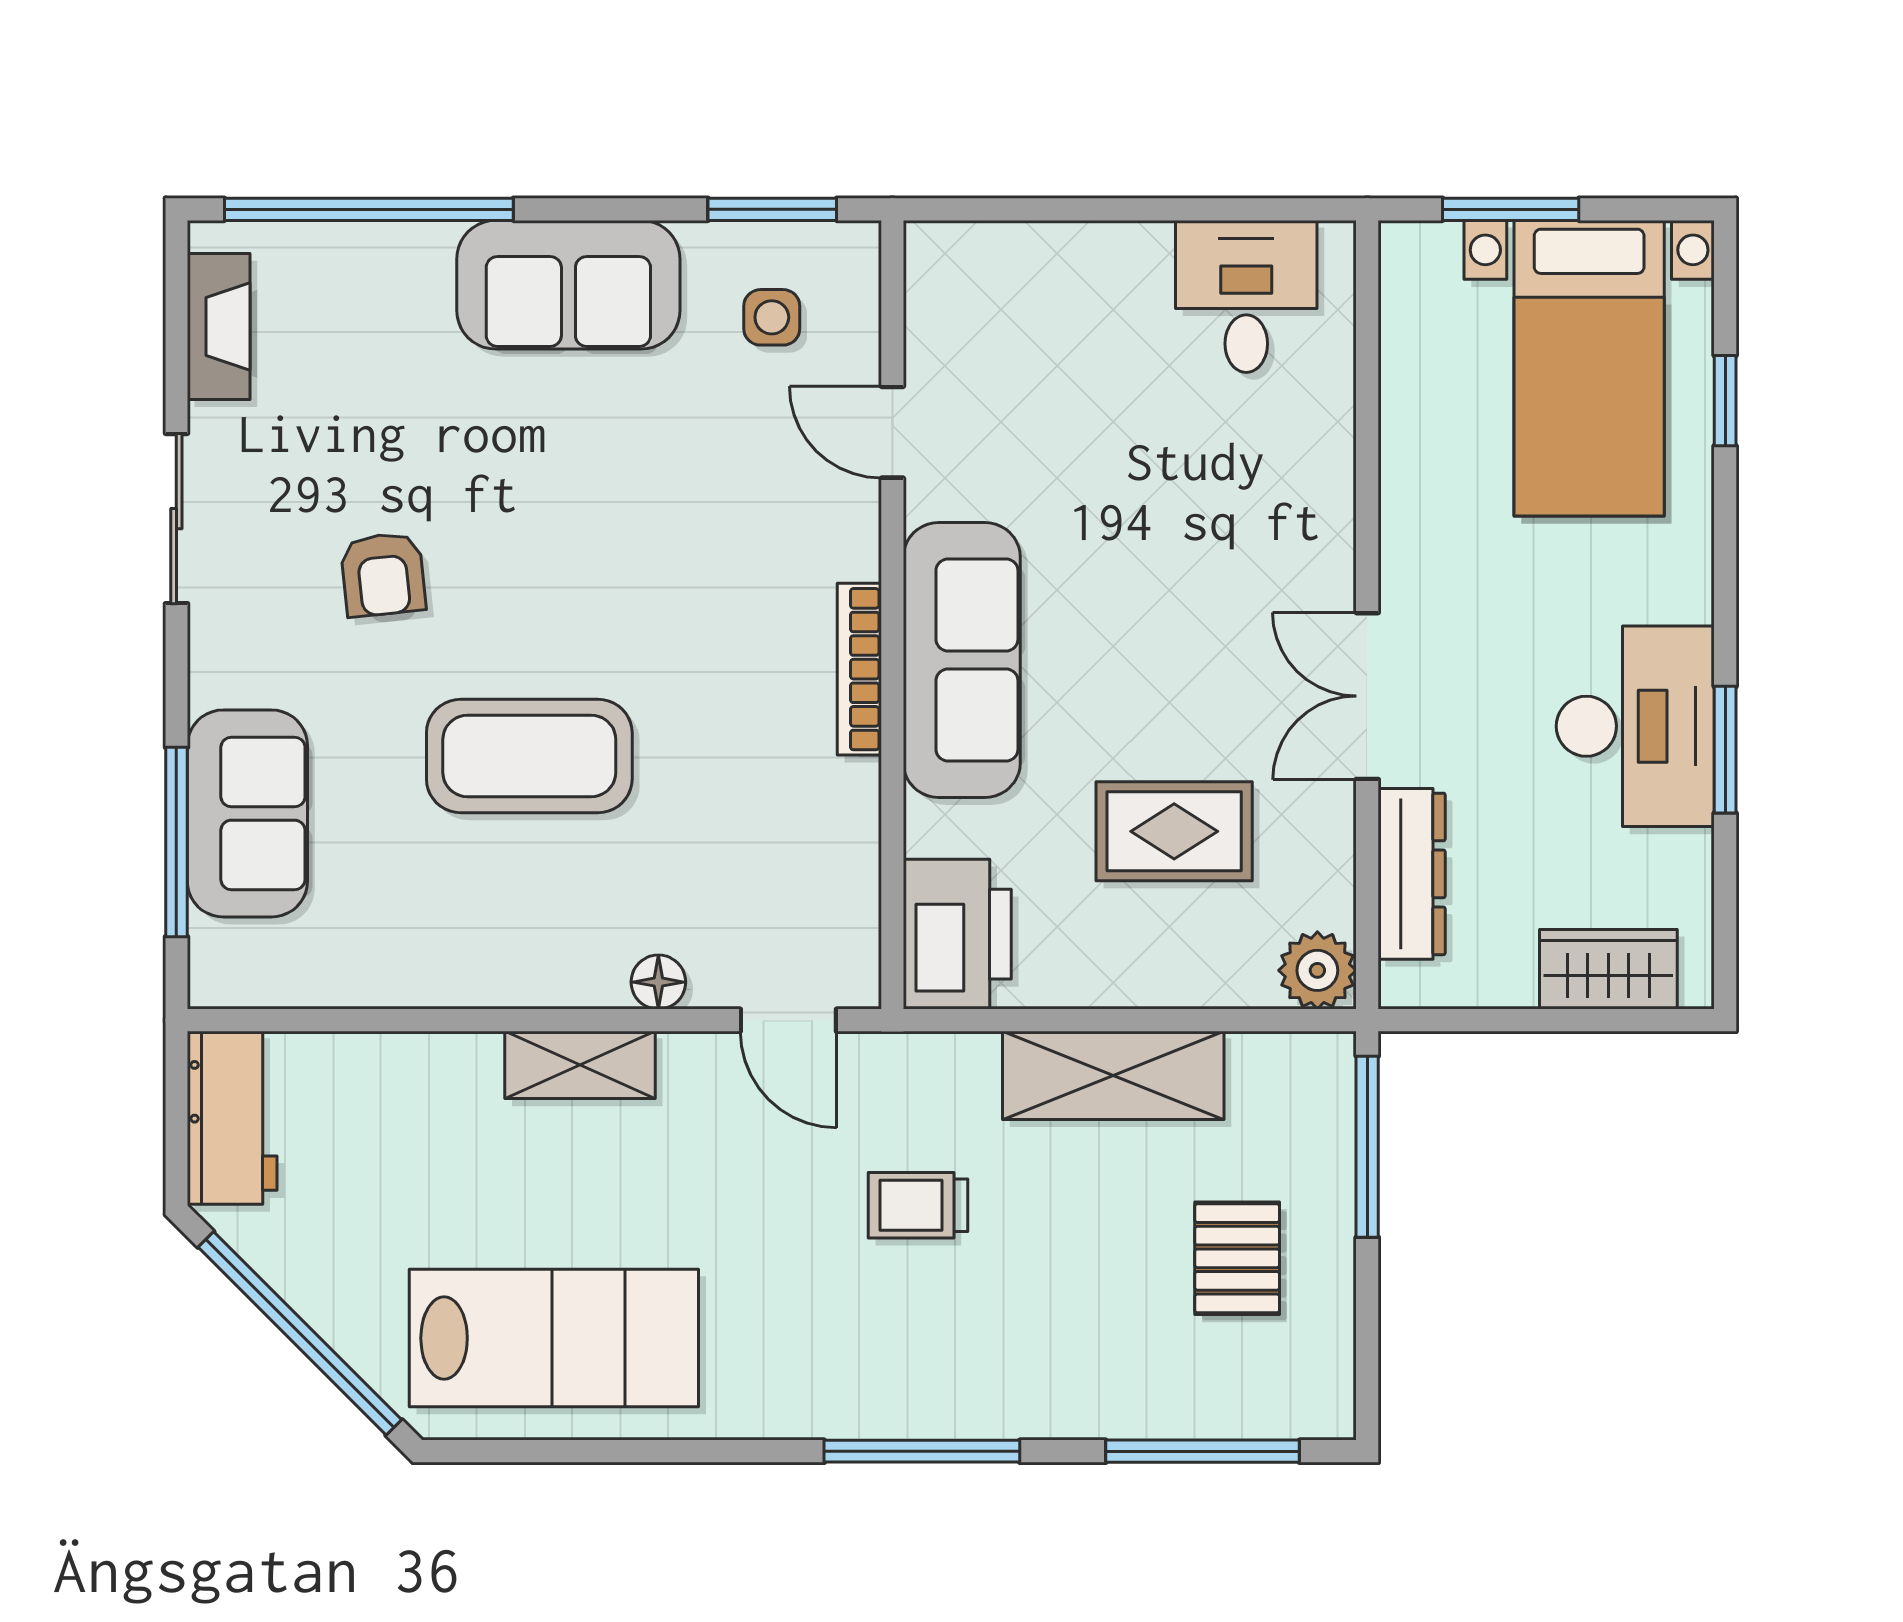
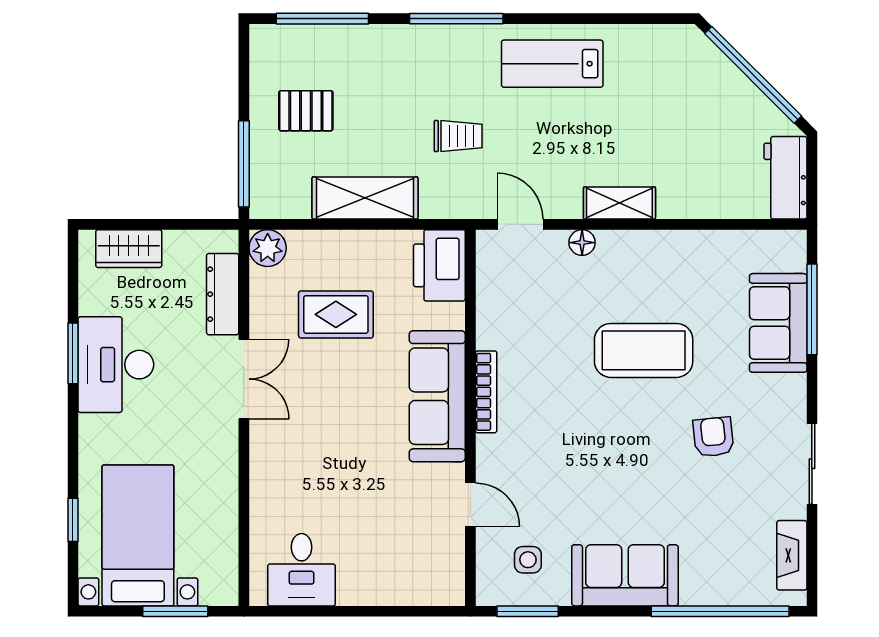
pallet: (1237, 1258) -> (306, 111), turned 90
lab bench: (554, 1338) -> (552, 64), moved, width x0.73, depth x0.72

